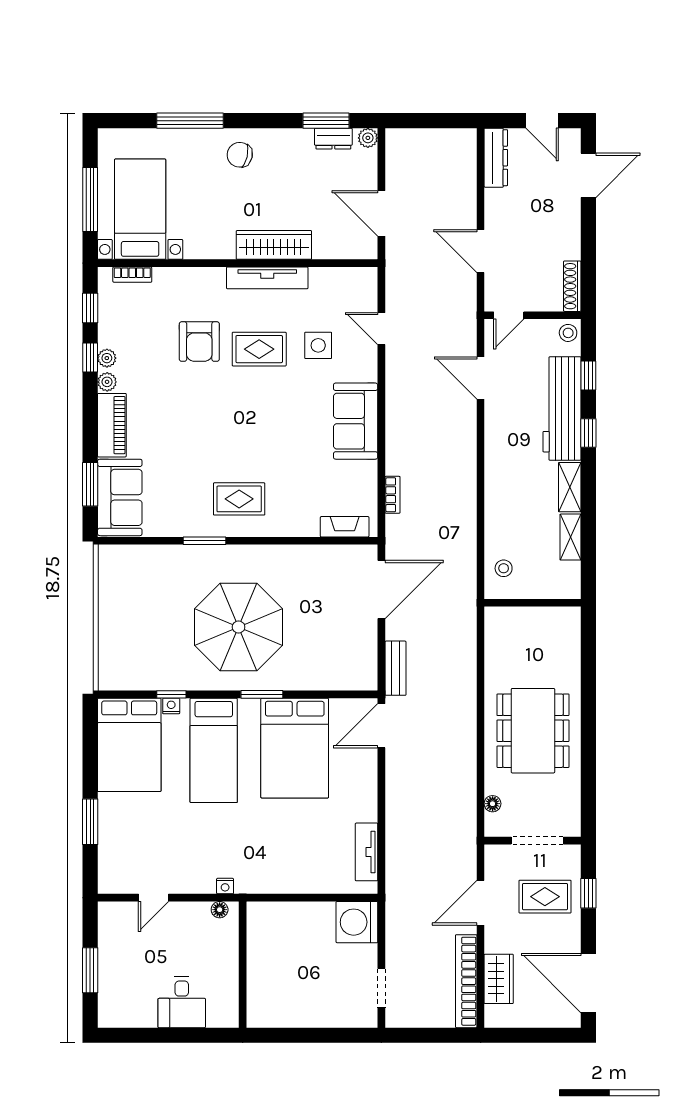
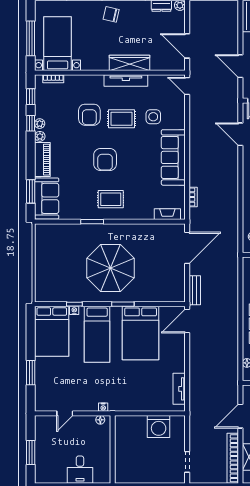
door: (381, 329) -> (187, 86), moved
sofa: (356, 421) -> (173, 157), width x1.36
armchair: (229, 425) -> (105, 159), added
washing machine: (357, 922) -> (159, 427), moved, turned -90

